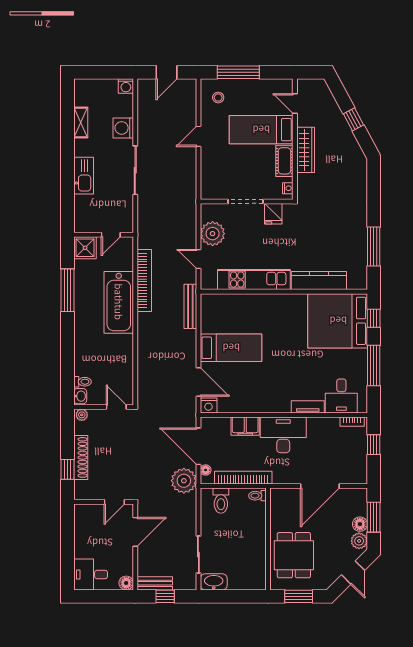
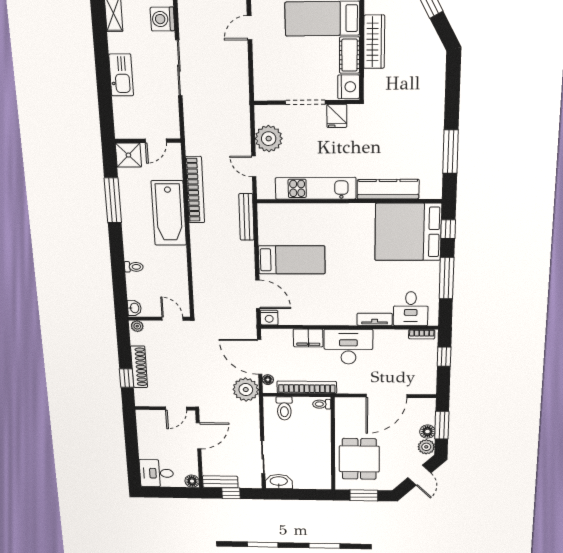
nightstand: (288, 188) -> (349, 87), width x1.89, depth x1.79
toilet: (83, 382) -> (134, 267), moved

